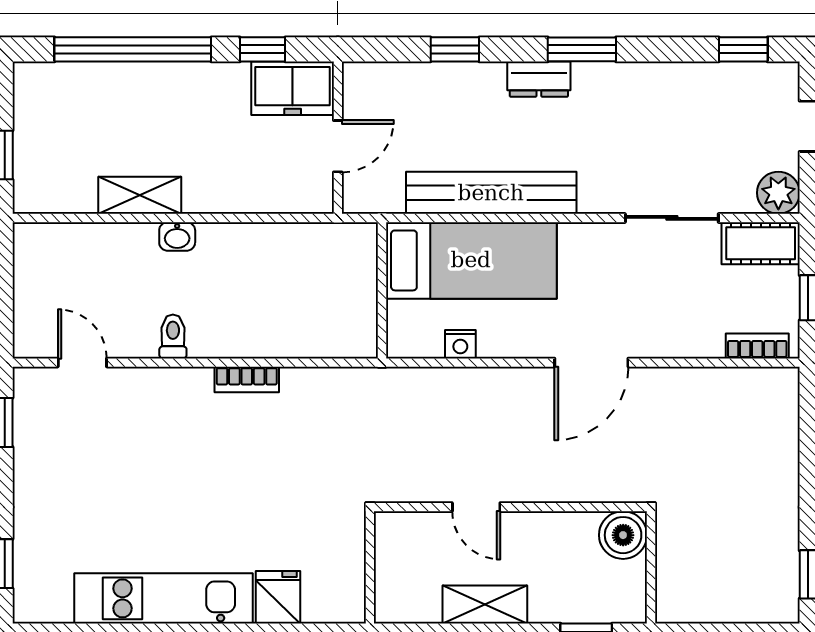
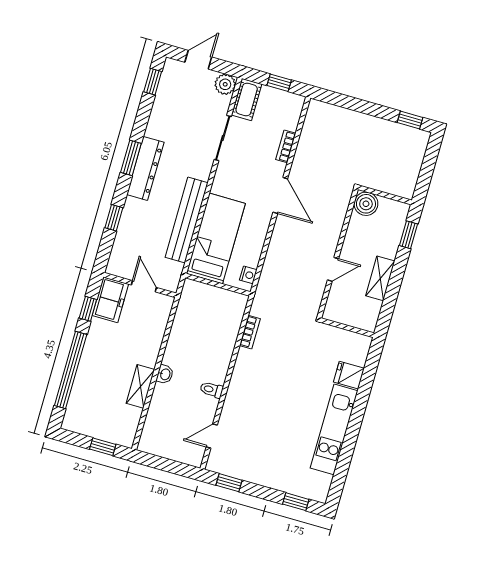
dresser: (539, 79) -> (145, 168), width x1.96, depth x1.24
nightstand: (460, 344) -> (248, 275), moved
bookcase: (757, 346) -> (286, 146), moved
bookcase: (247, 379) -> (250, 332), moved

